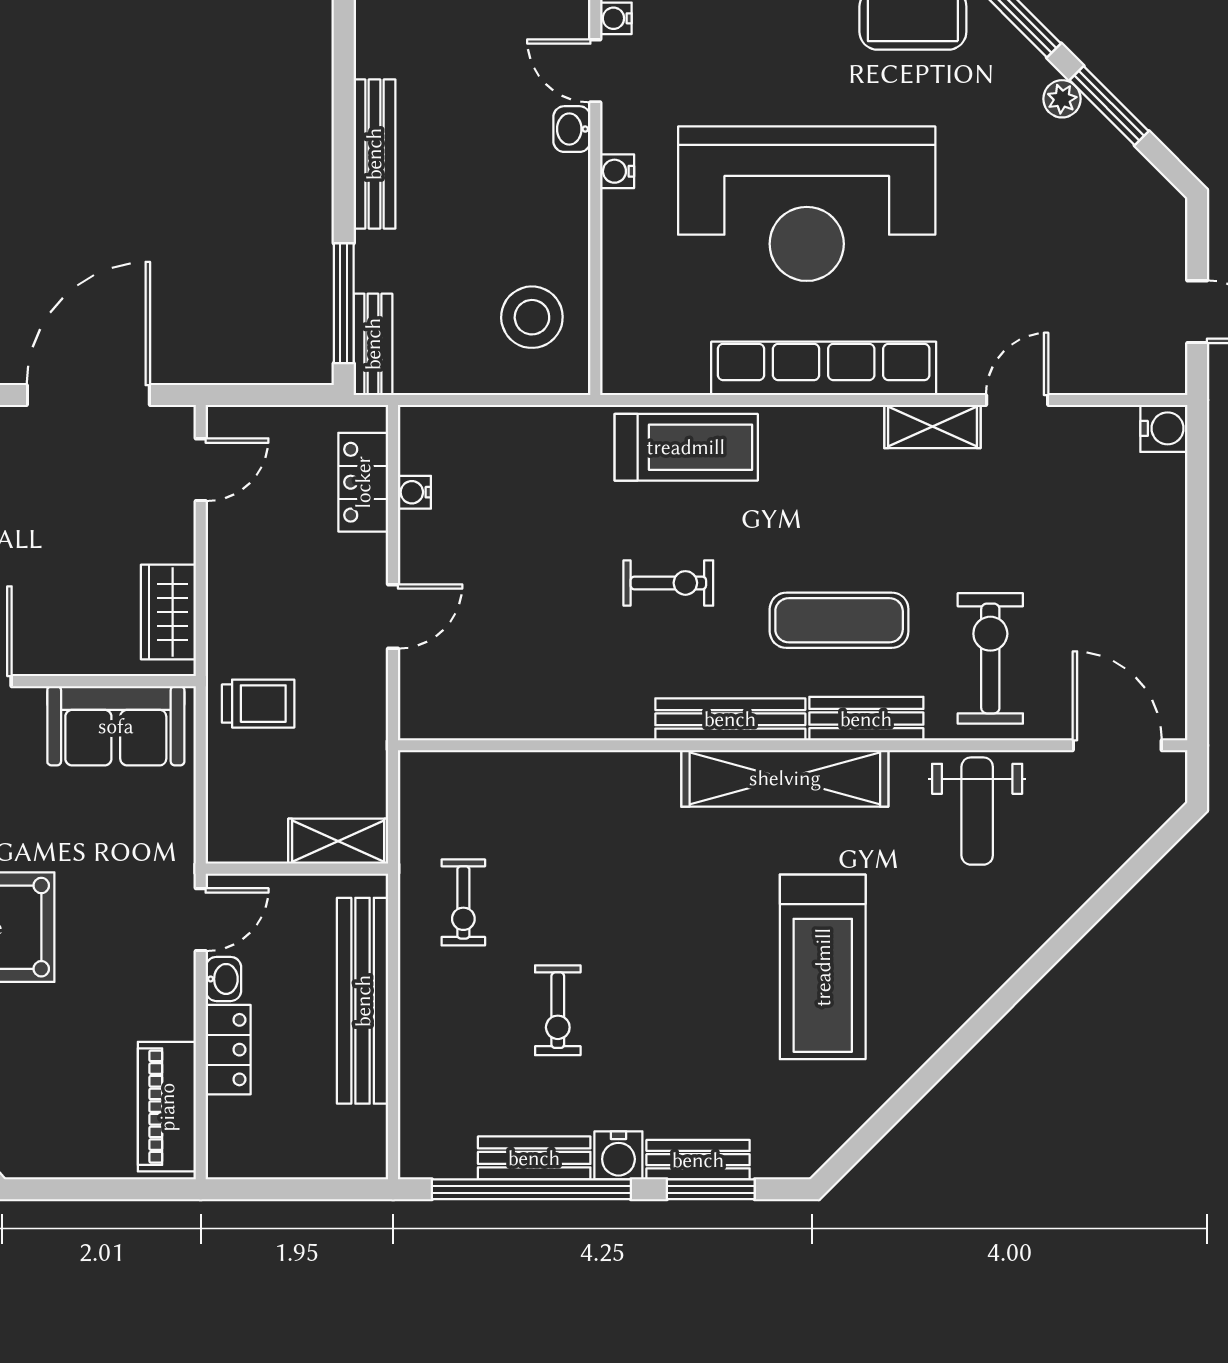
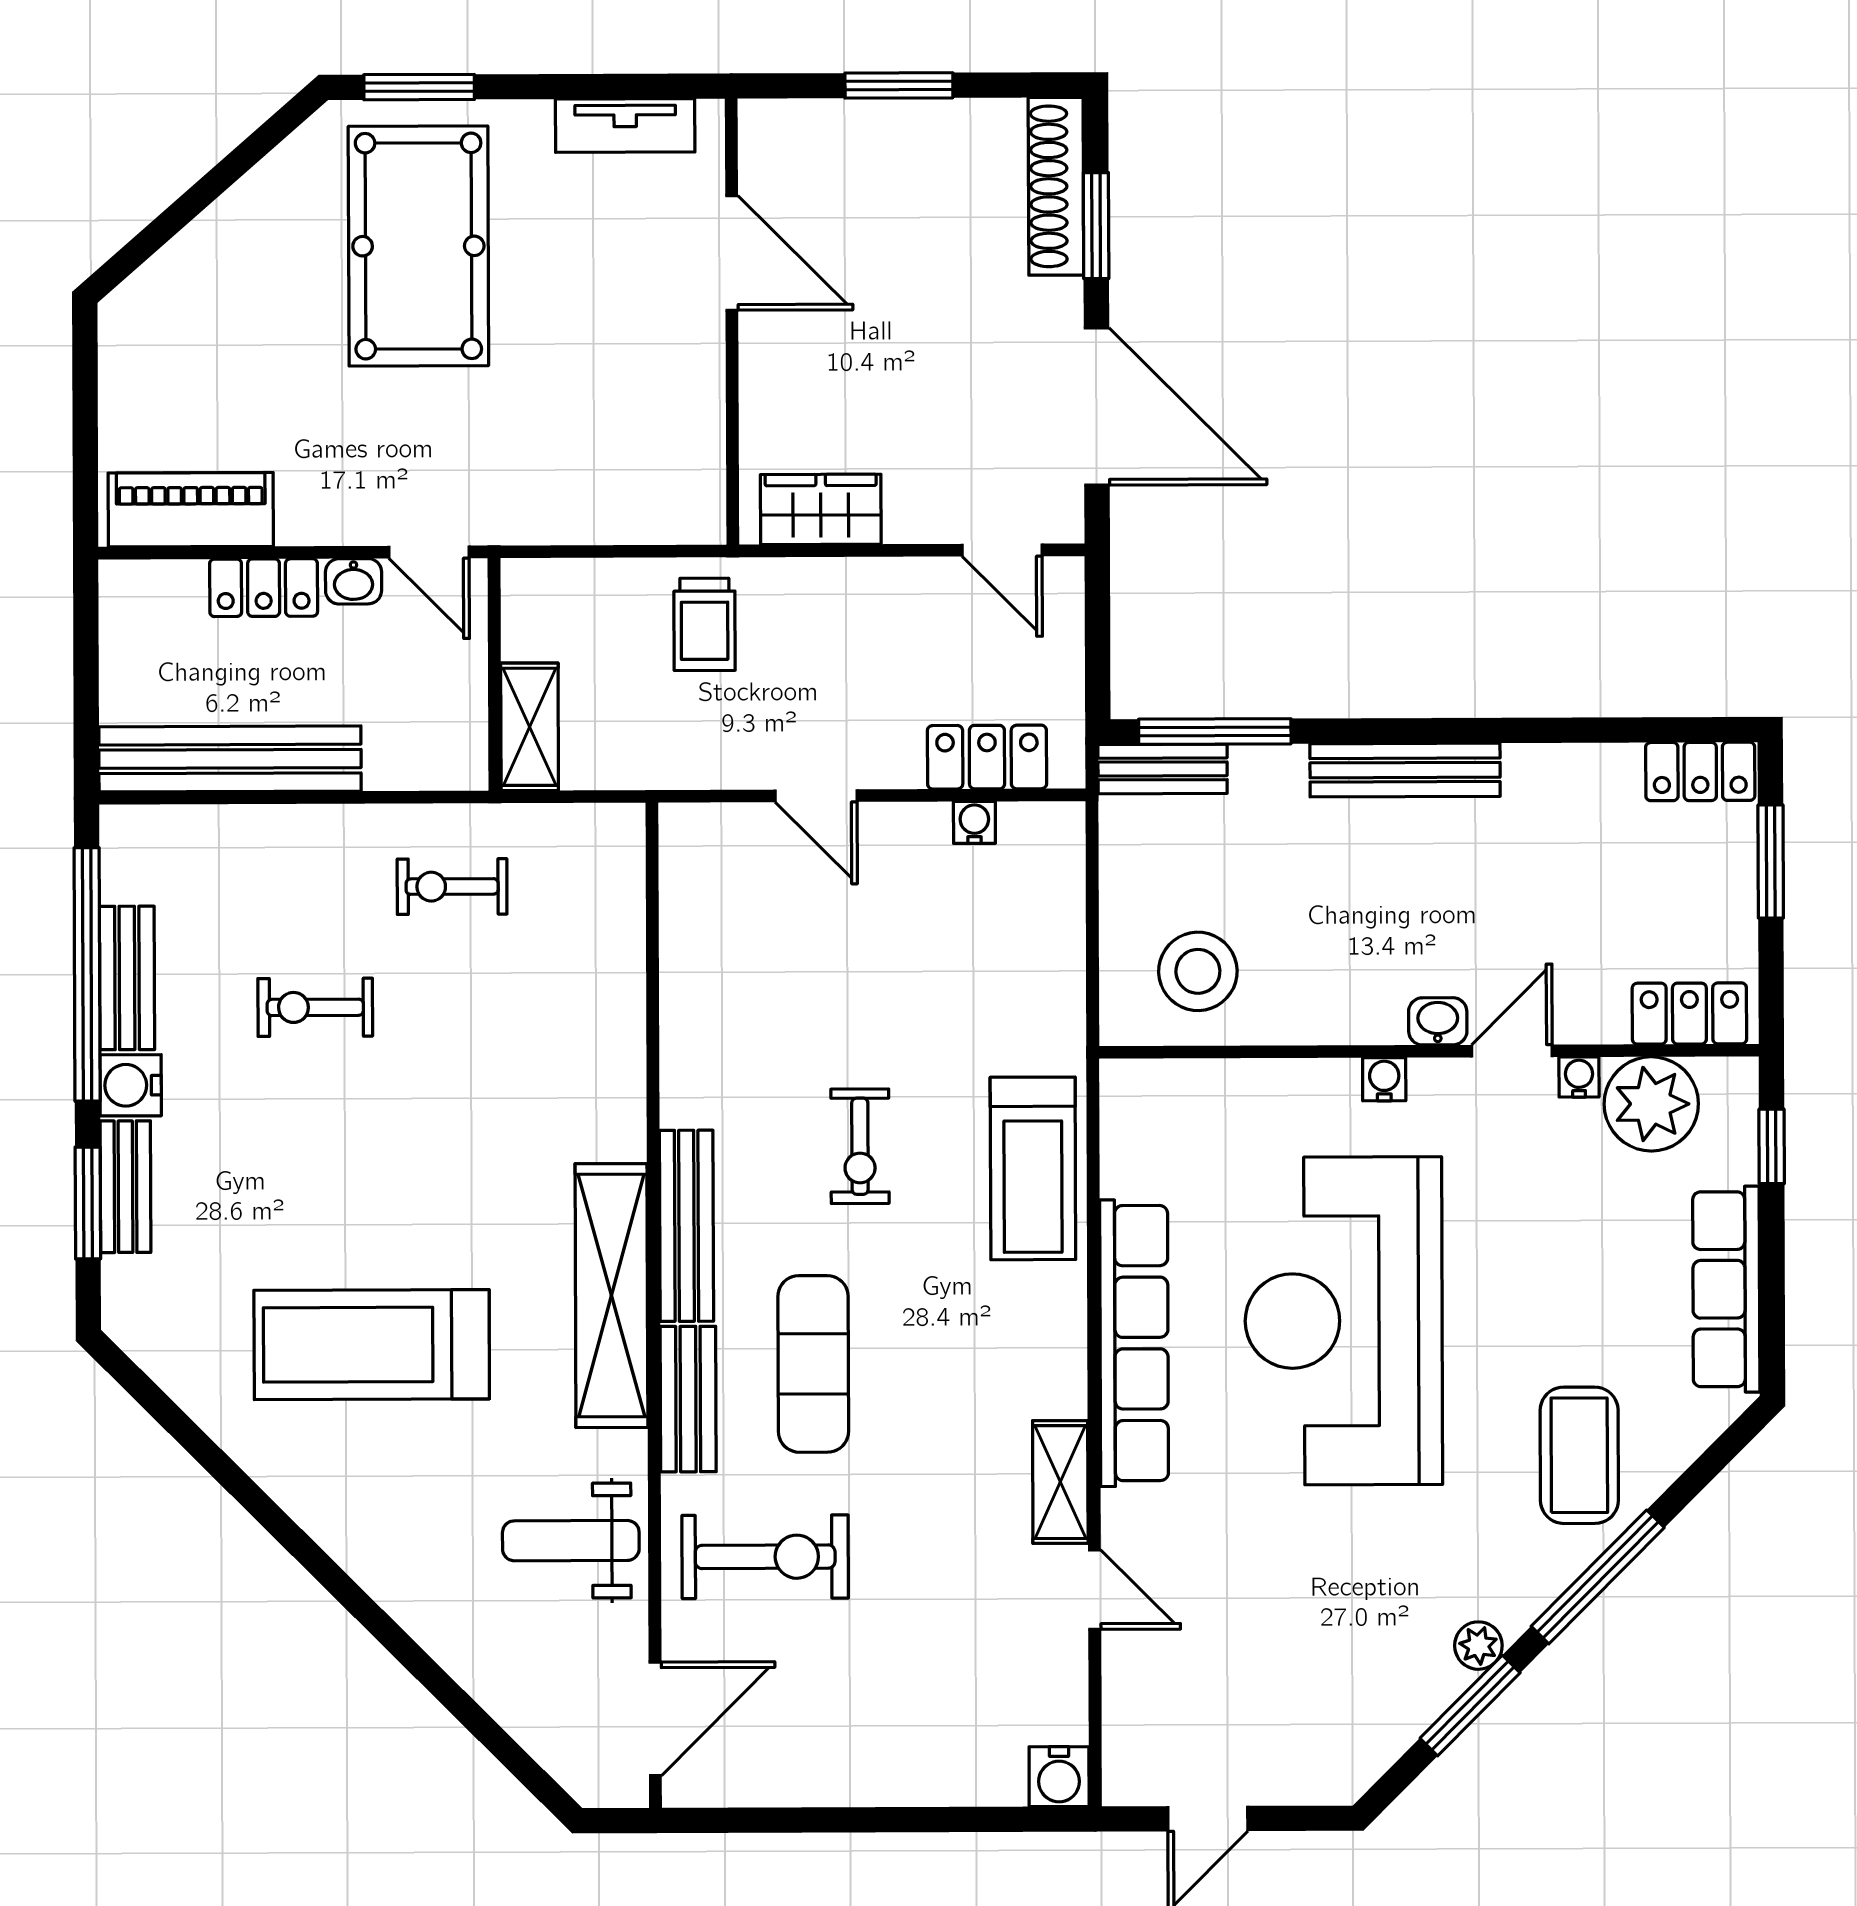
sofa: (116, 726) -> (676, 443), removed
bench: (363, 1001) -> (230, 759), moved

